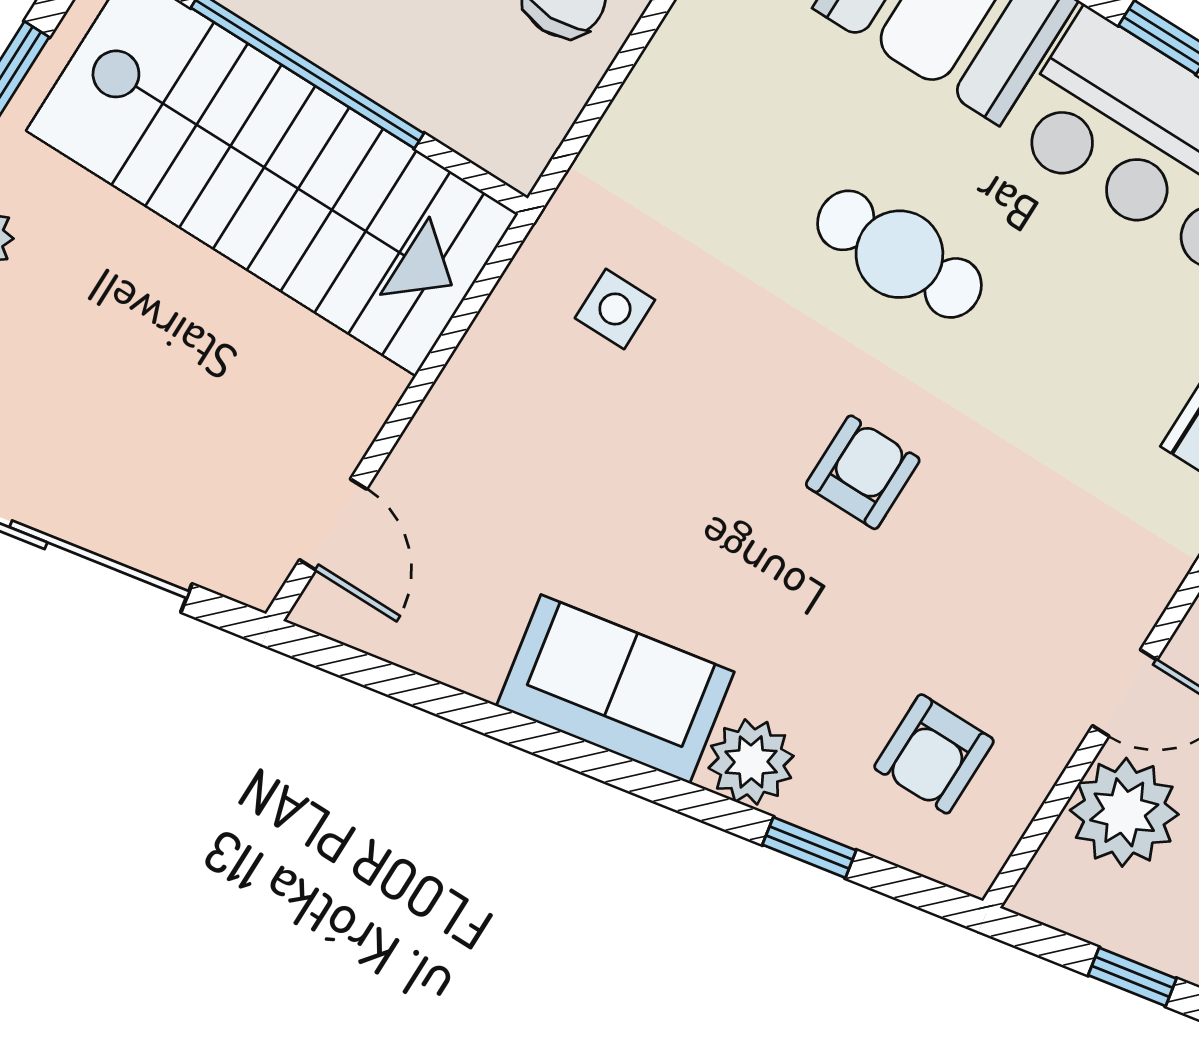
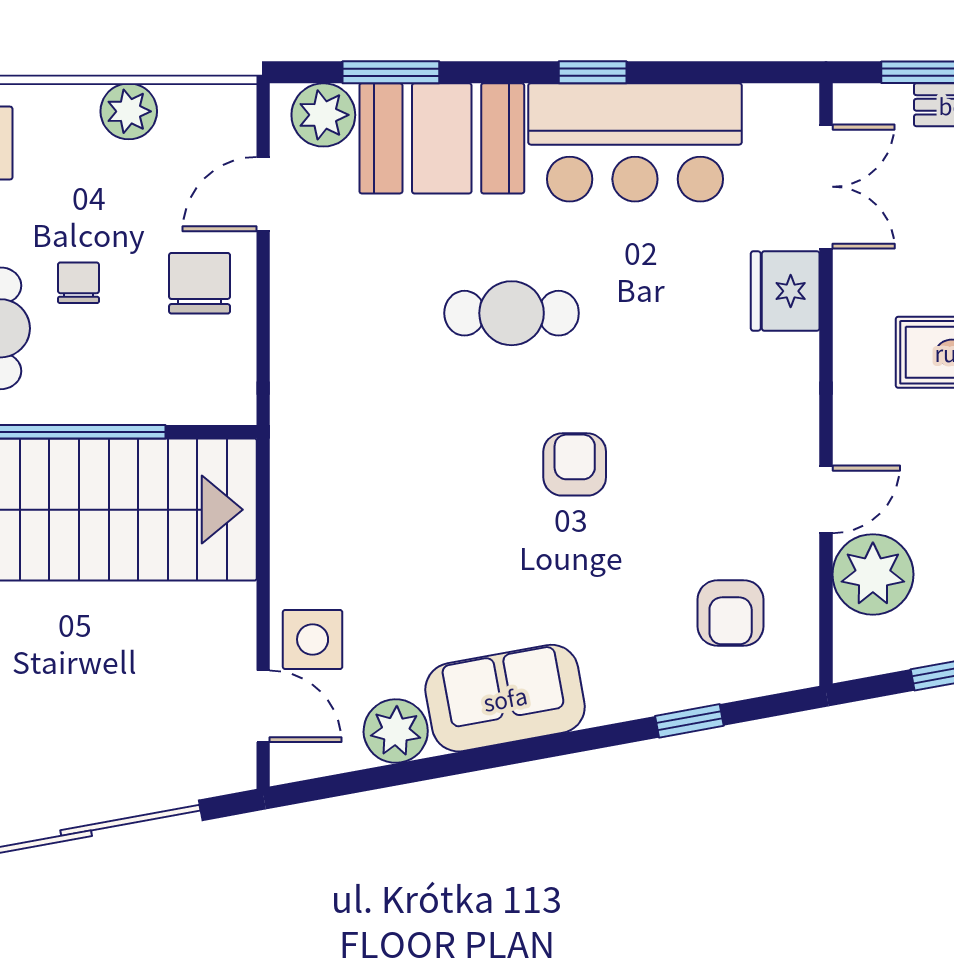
side table: (615, 309) -> (313, 639), moved, width x1.37, depth x1.37
plant: (751, 762) -> (396, 731), moved

